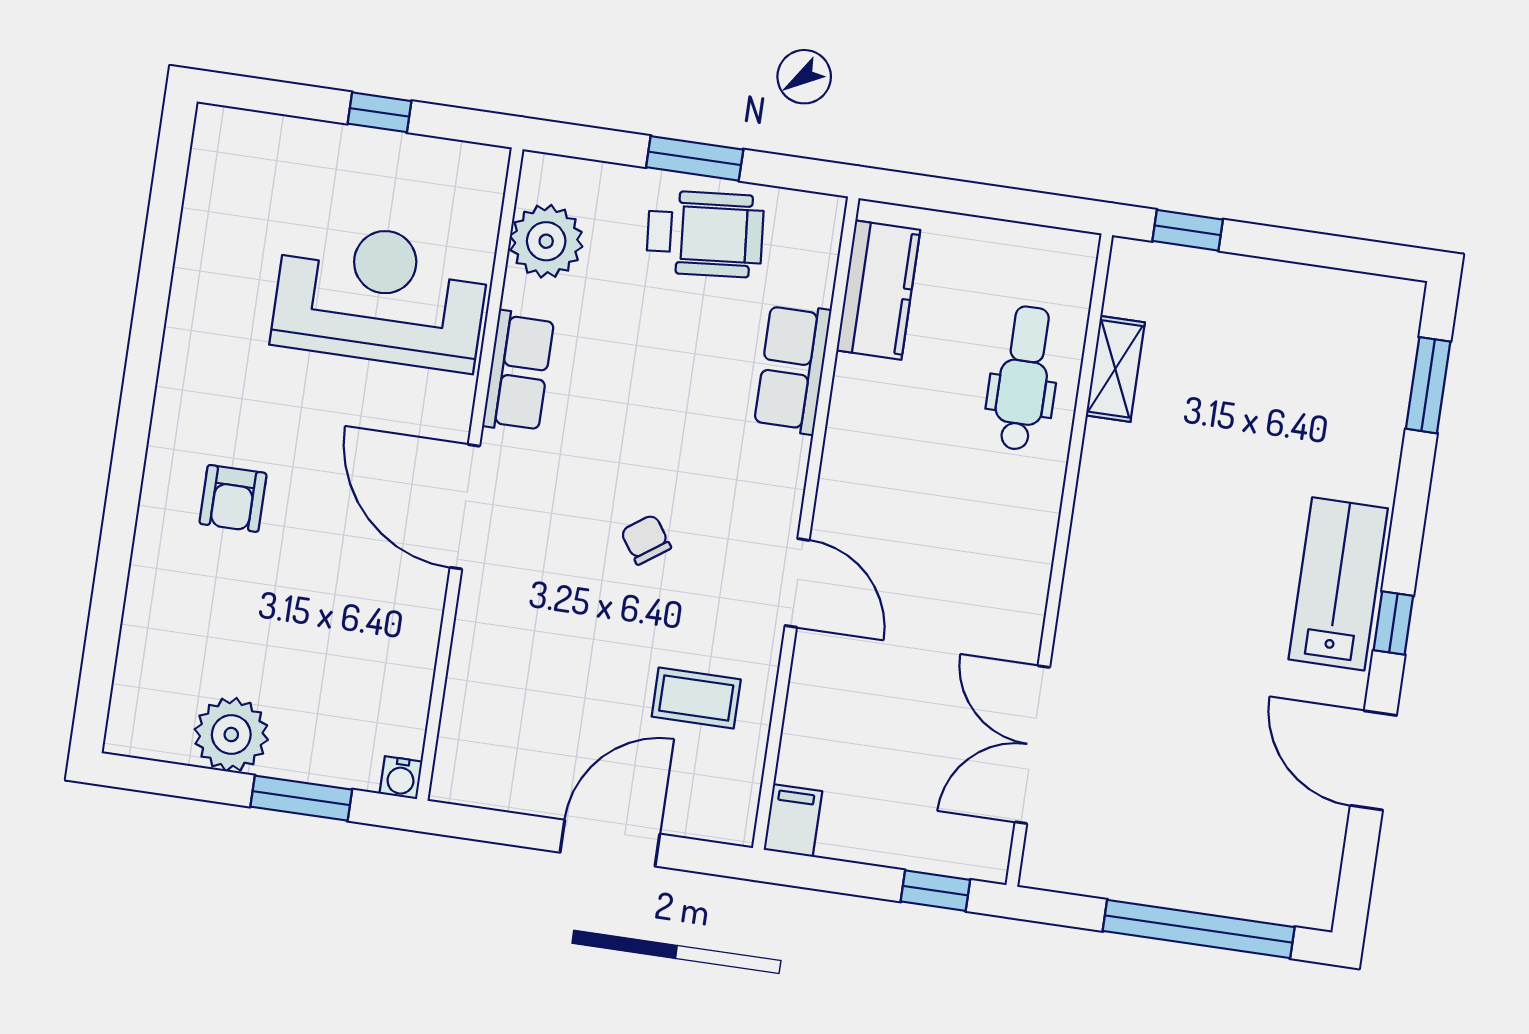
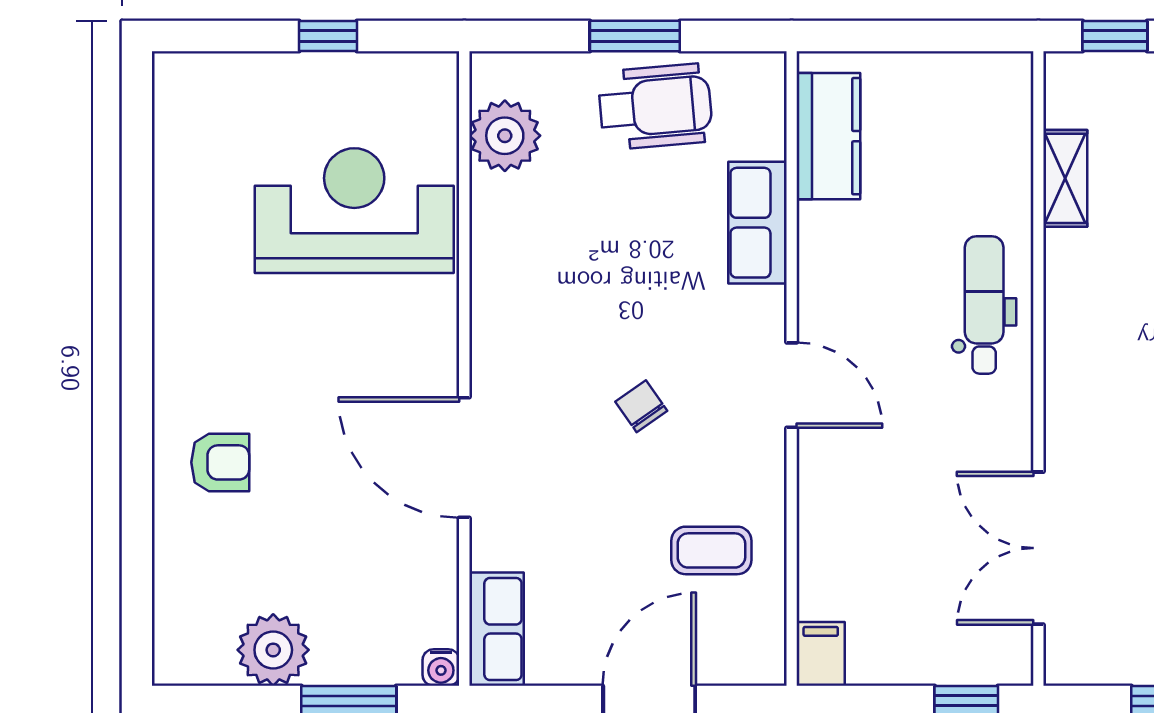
row of seats: (518, 372) -> (496, 629), moved
dental chair: (1023, 378) -> (984, 305), moved
armchair: (233, 498) -> (220, 462), moved, turned -90
door: (465, 507) -> (464, 458), moved
door: (797, 583) -> (792, 385), moved

